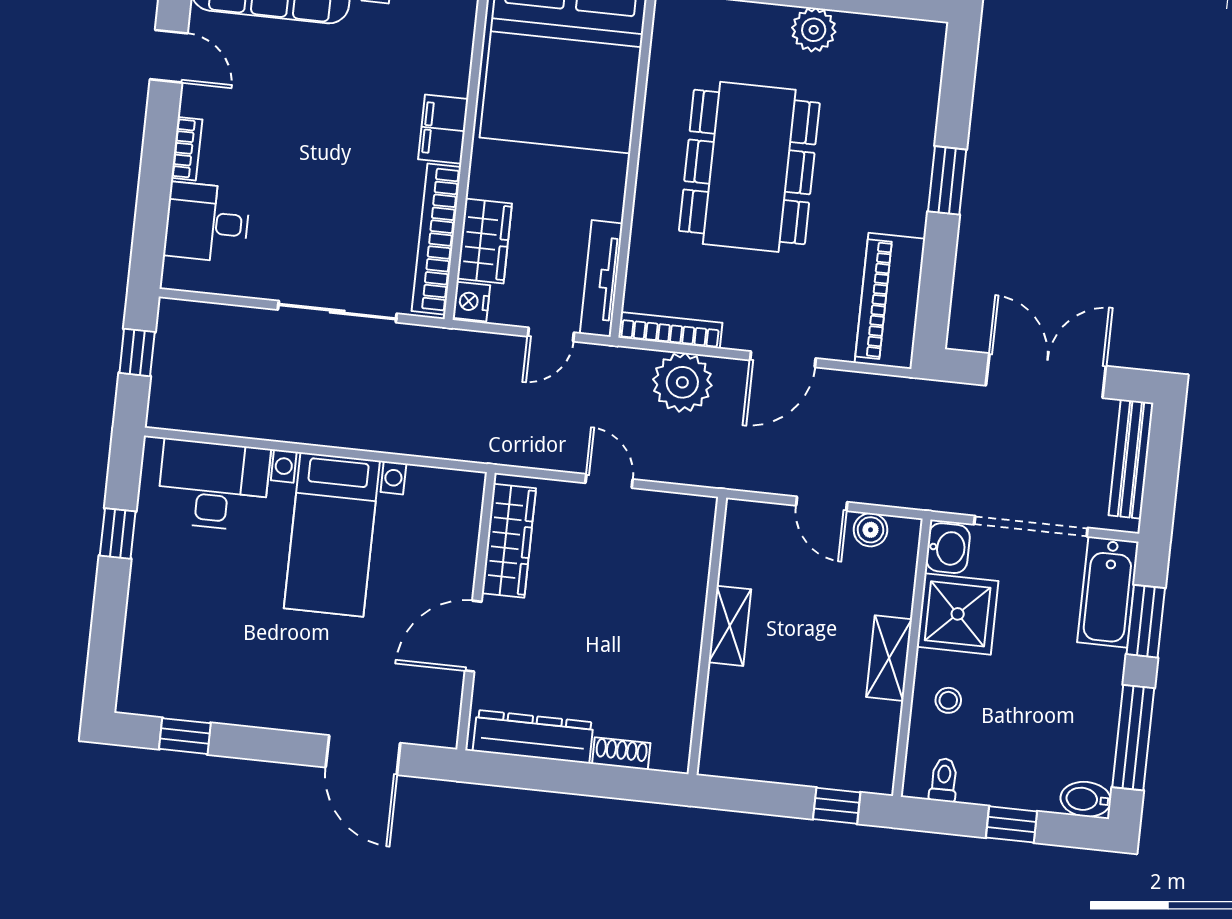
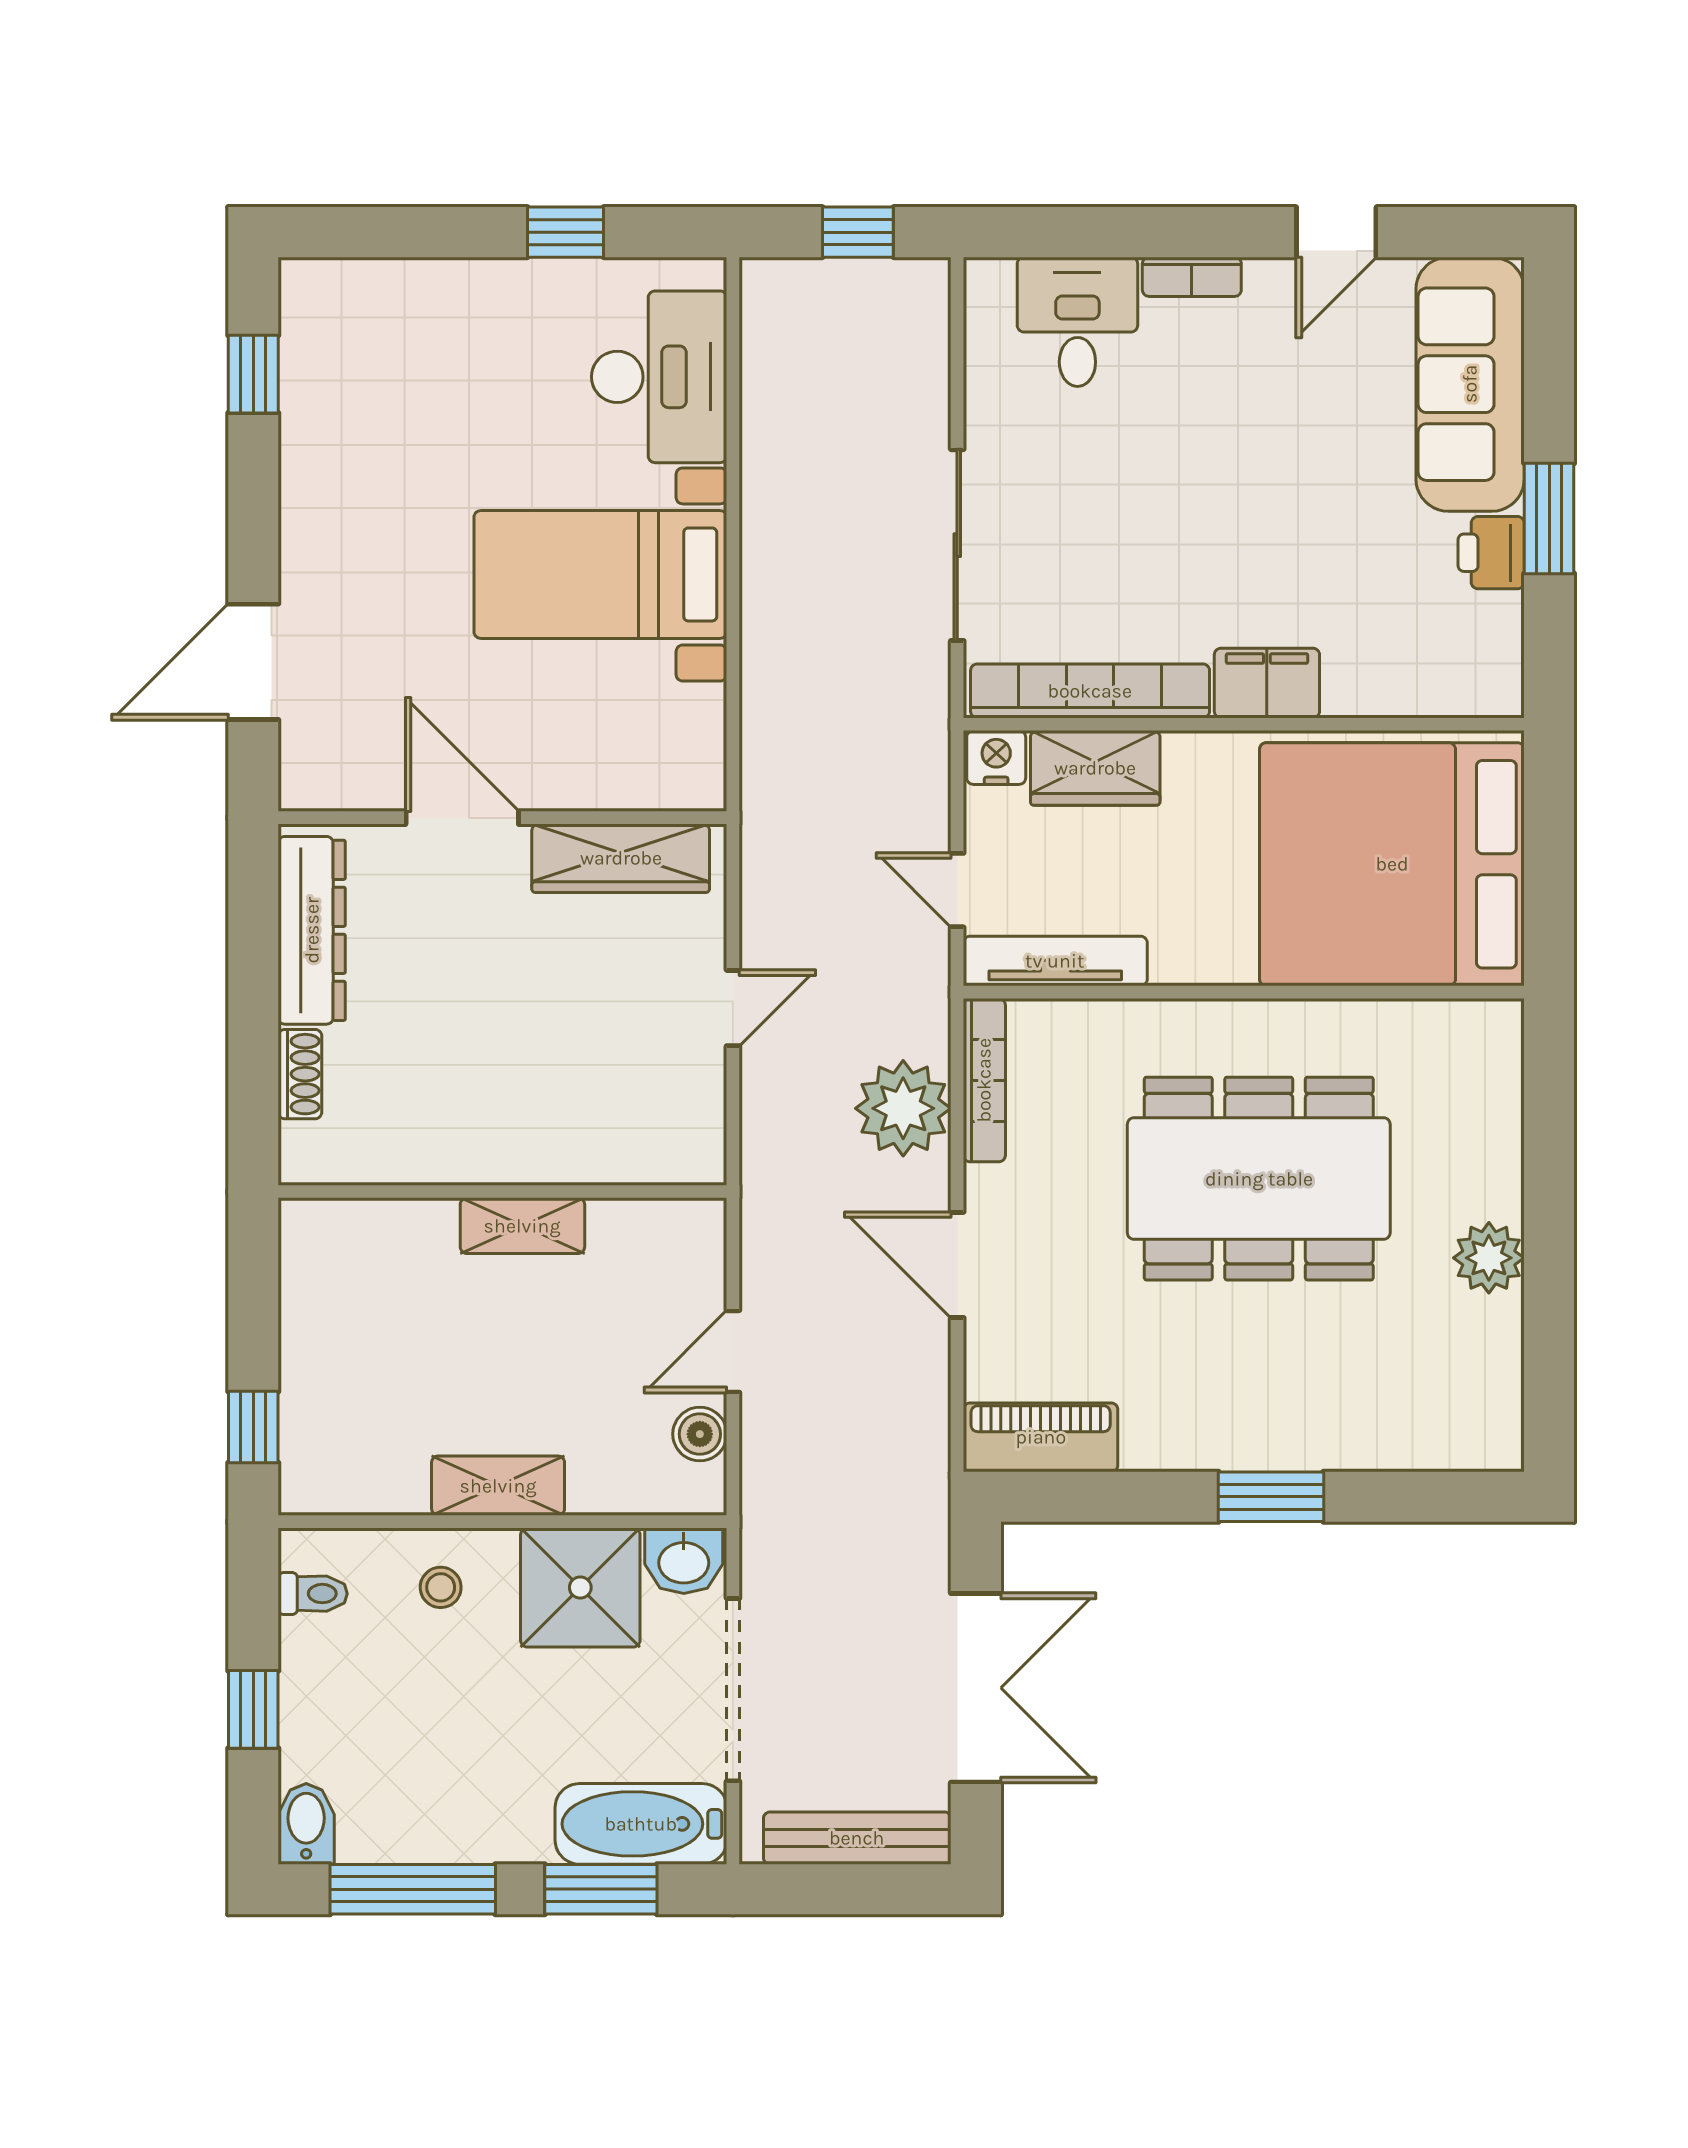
piano: (890, 301) -> (1041, 1437), width x0.73, depth x0.75

